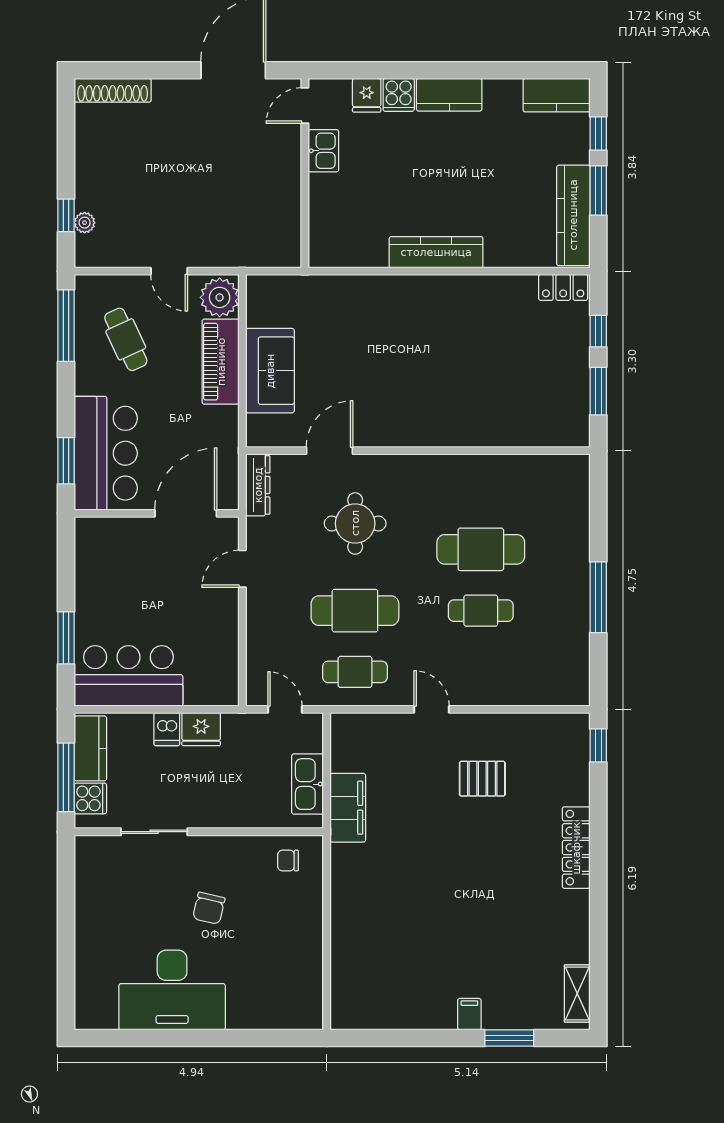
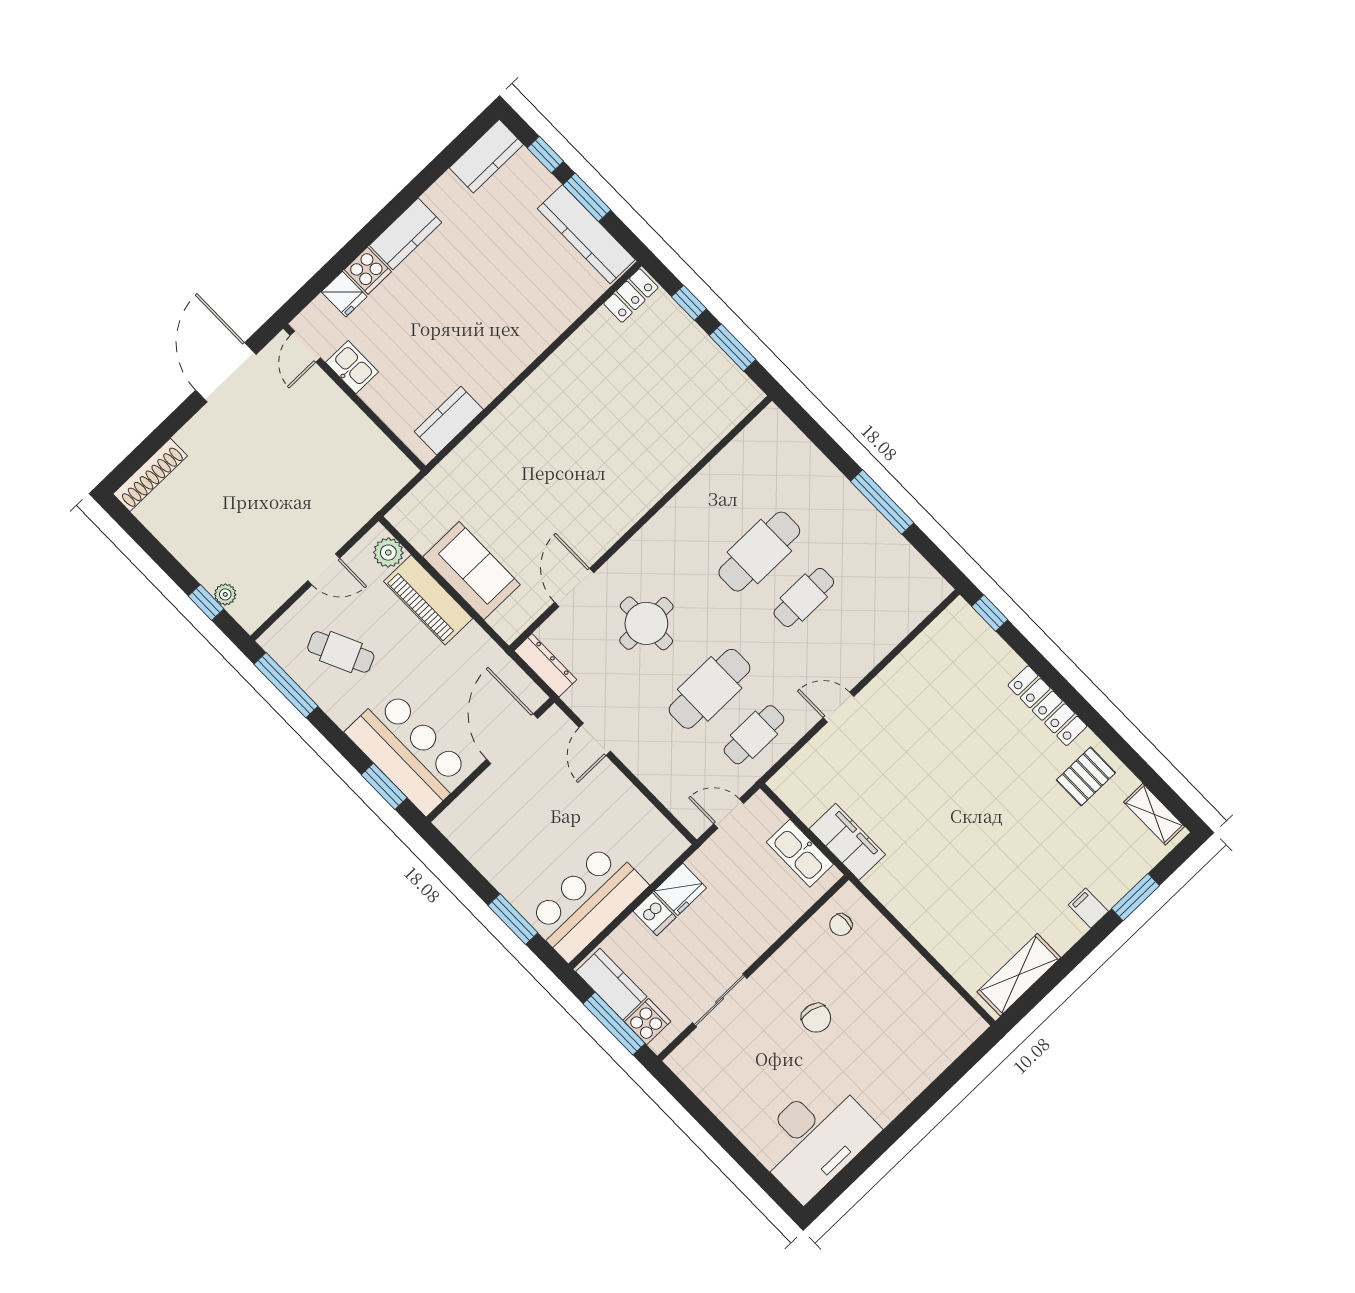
kitchen counter: (436, 252) -> (449, 421), moved, width x0.67
plant: (220, 297) -> (388, 553), width x0.73, depth x0.73
pallet: (482, 779) -> (1086, 776), moved
desk: (172, 990) -> (814, 1138), moved
shelving: (377, 1014) -> (1019, 975), added

